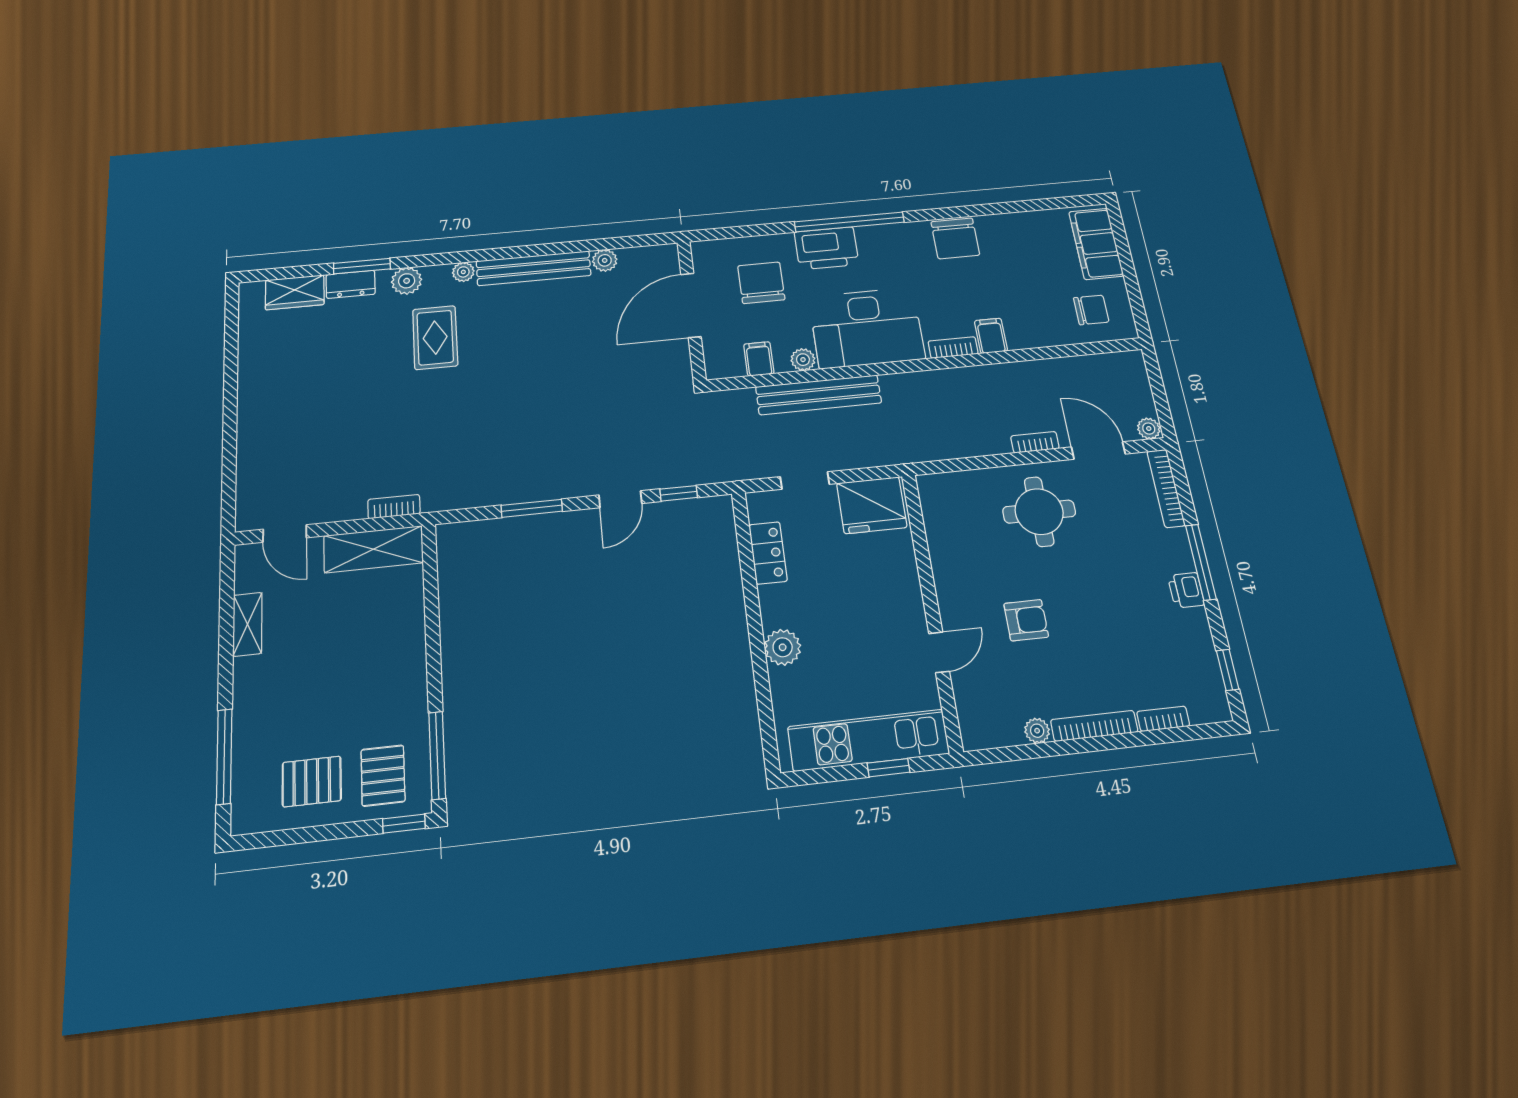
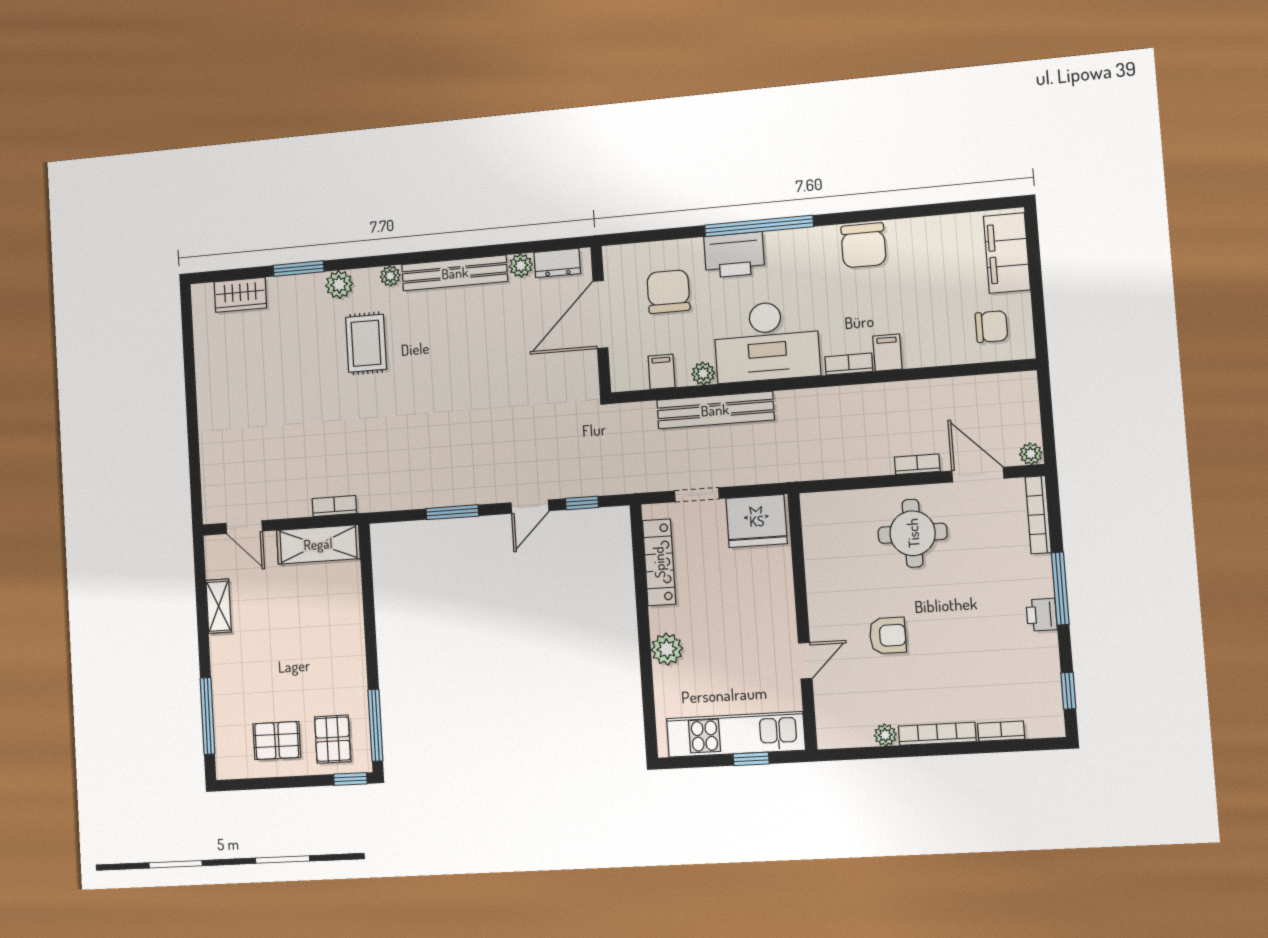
dresser: (351, 284) -> (557, 263), moved
locker: (768, 553) -> (659, 562), width x1.53

